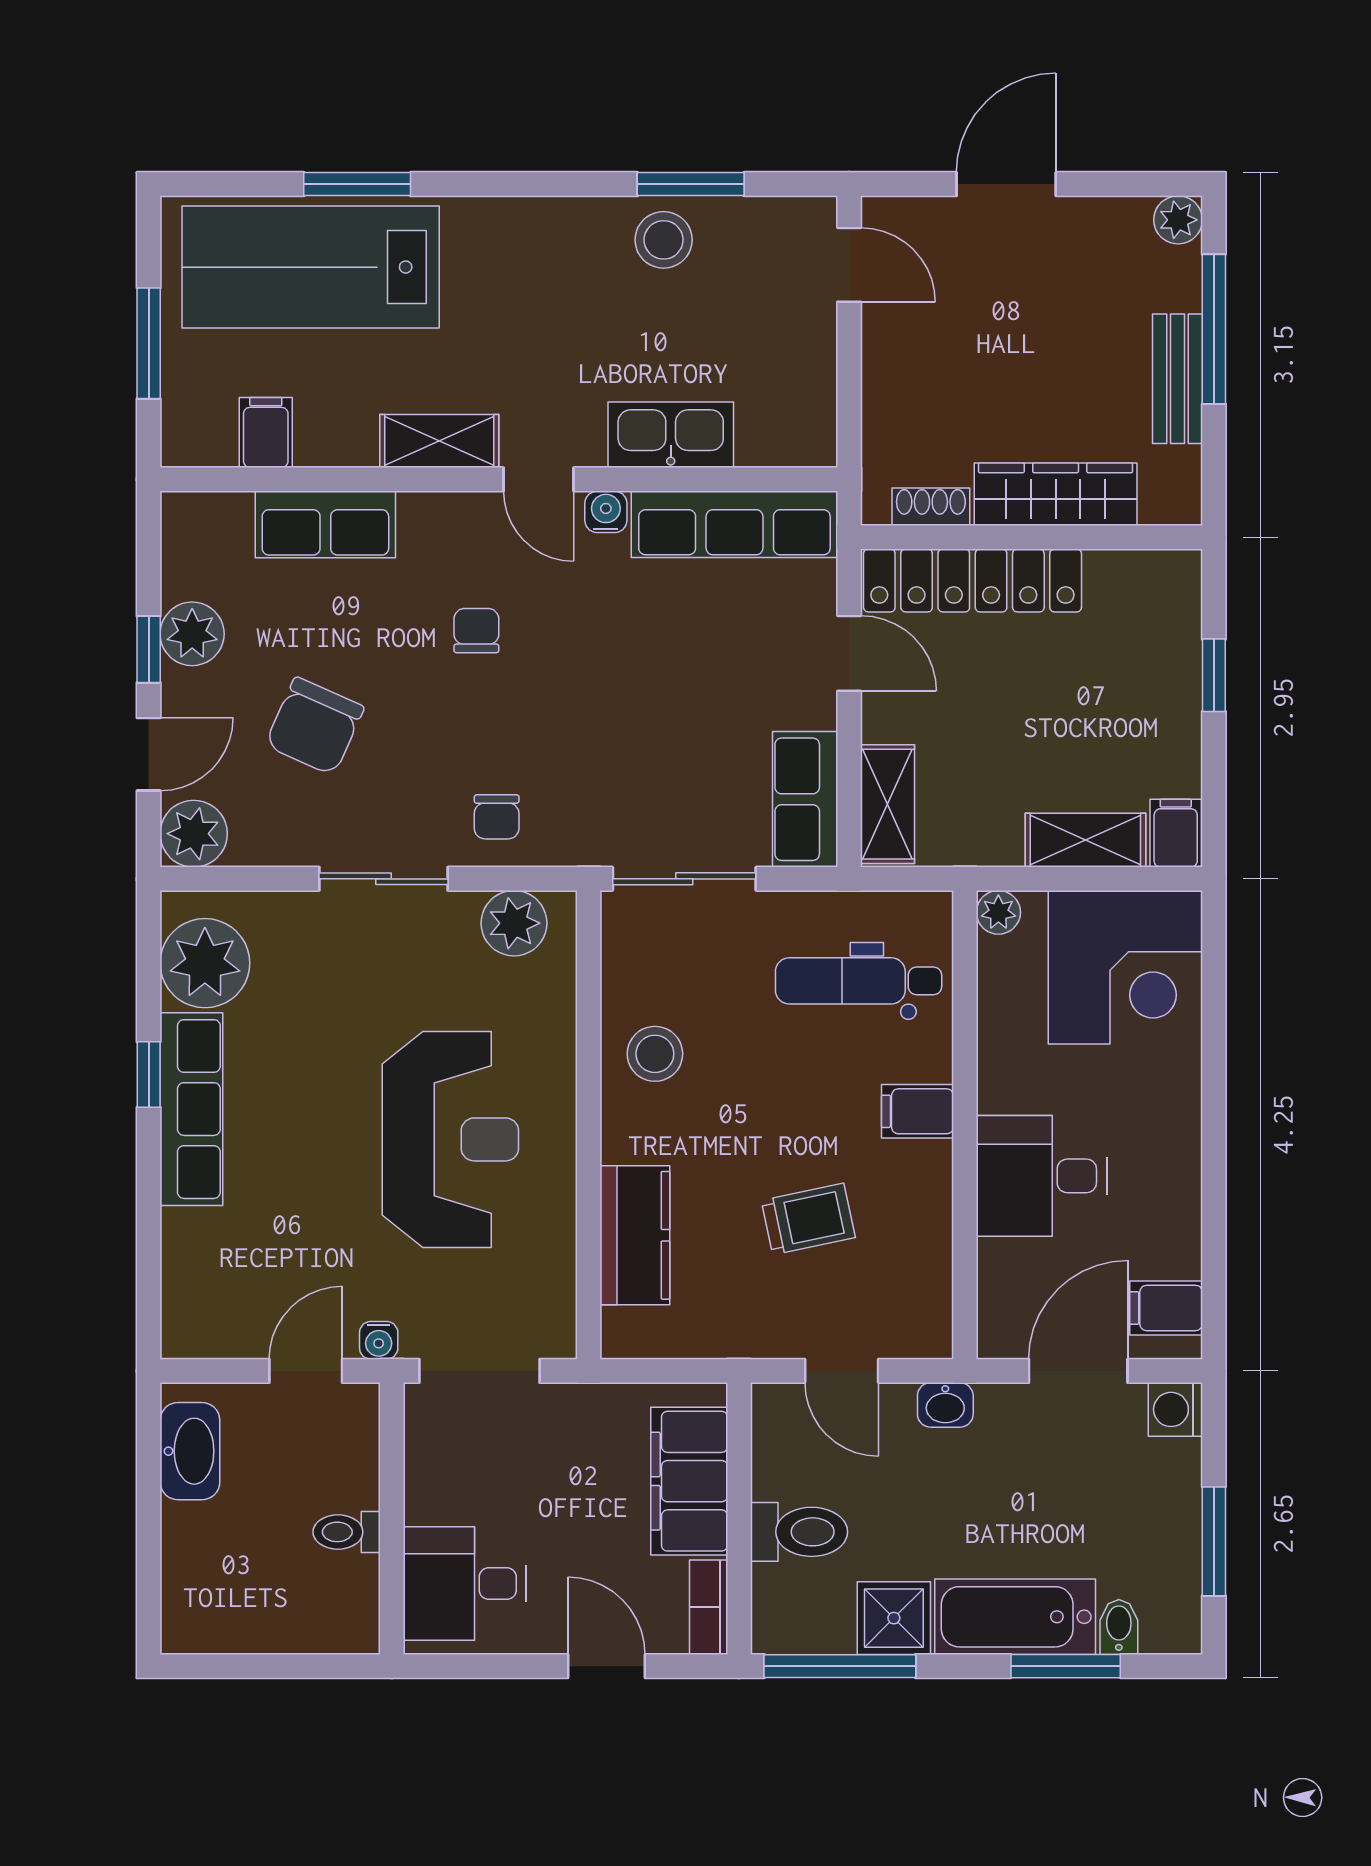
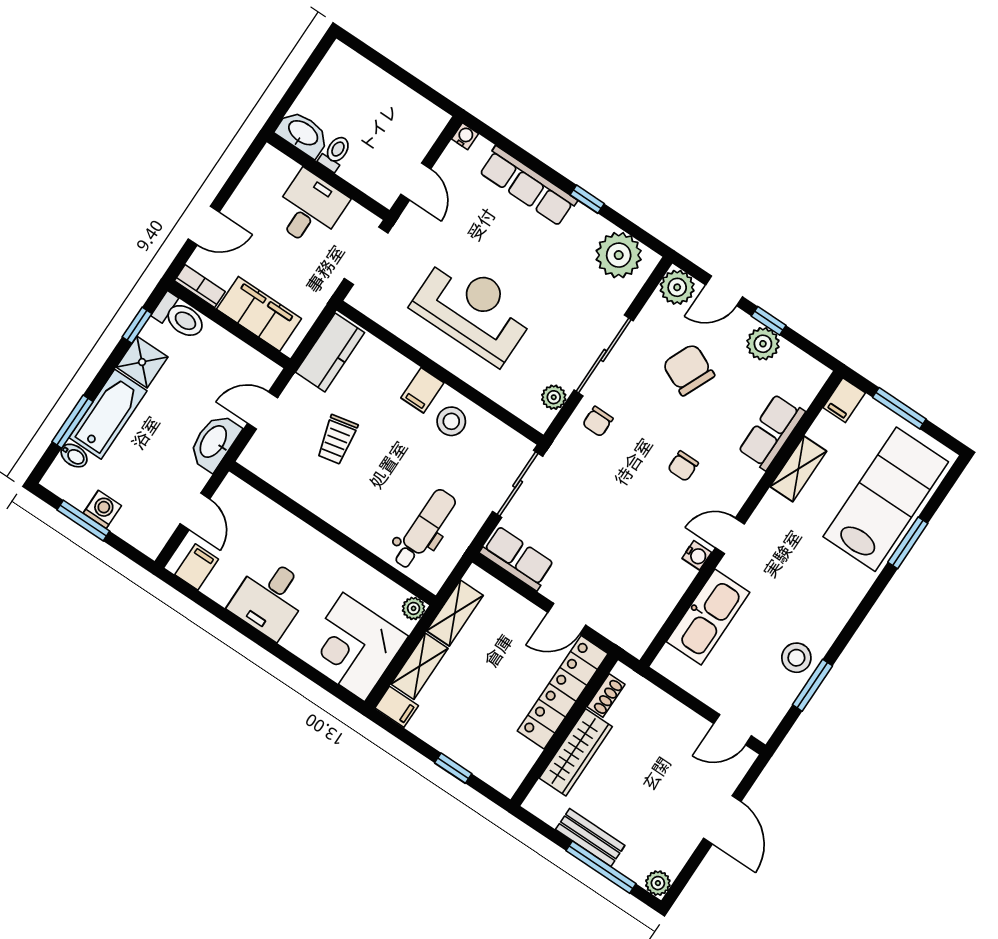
filing cabinet: (266, 433) -> (844, 400), moved, turned 90
kitchen sink: (671, 435) -> (708, 617), width x1.36, depth x1.24
shelving: (439, 441) -> (798, 469), moved
row of seats: (734, 524) -> (655, 607), removed
chair: (476, 631) -> (683, 466), turned 90
door: (149, 754) -> (724, 291), hinge flipped
shelving: (887, 804) -> (455, 613), moved, turned 90
chair: (497, 817) -> (598, 421), turned -90
sliding door: (383, 879) -> (604, 355), width x1.37
plant: (514, 923) -> (554, 397), width x0.73, depth x0.73
row of seats: (191, 1109) -> (528, 186), moved
filing cabinet: (917, 1111) -> (422, 390), moved, turned 180
reception desk: (450, 1139) -> (473, 310), turned 180
desk: (1042, 1176) -> (270, 598), moved, turned 180
kitchen counter: (635, 1235) -> (330, 352), moved, turned -90
water cooler: (379, 1340) -> (465, 136), moved, turned 90
door: (1078, 1371) -> (195, 511), width x0.73
washbasin: (945, 1405) -> (214, 442), width x1.91, depth x1.45
washing machine: (1175, 1409) -> (102, 509), moved
washbasin: (190, 1451) -> (303, 133), moved, turned 180
toilet: (799, 1532) -> (180, 317), moved, turned -90
desk: (465, 1584) -> (310, 209), moved
window: (840, 1666) -> (137, 325), width x0.46

